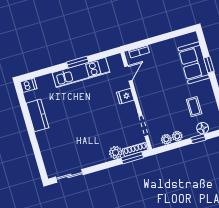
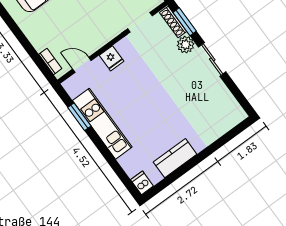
window: (78, 62) -> (79, 117), moved
sliding door: (69, 176) -> (212, 59), moved

